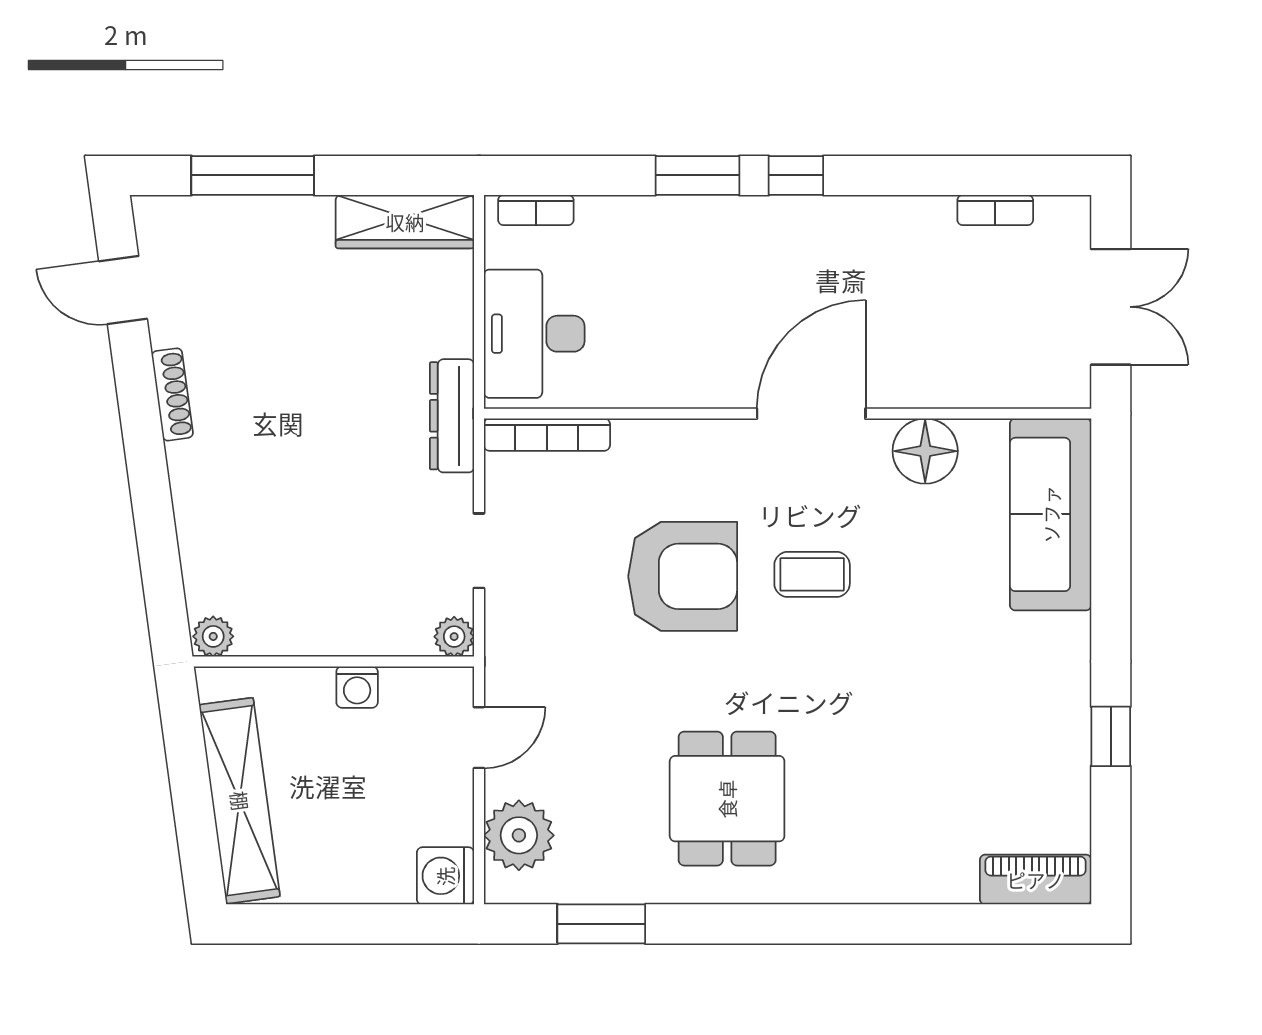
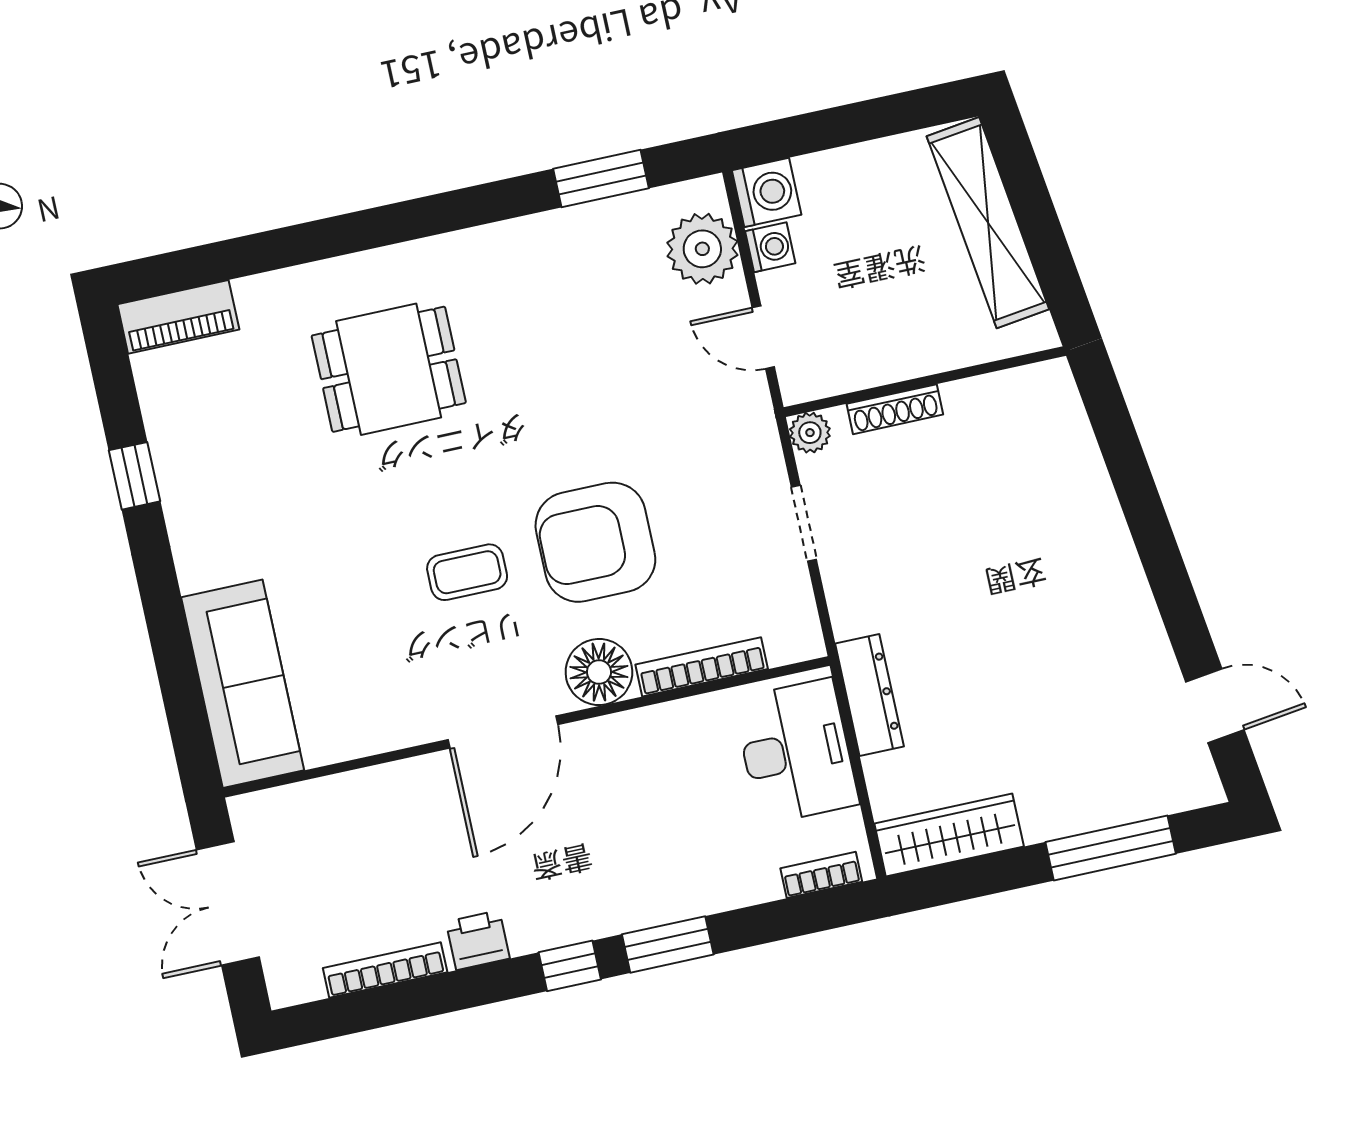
bookcase: (995, 210) -> (385, 970), width x1.56
printer: (879, 219) -> (478, 940), added
shoe rack: (172, 394) -> (895, 409), moved, turned -82
dresser: (452, 416) -> (869, 695), moved
bookcase: (547, 435) -> (702, 667), moved
floor lamp: (925, 451) -> (599, 672), moved
plant: (213, 636) -> (1050, 380), removed
washing machine: (357, 687) -> (770, 247), moved, turned 90
door: (479, 738) -> (763, 337), hinge flipped
dining table: (727, 799) -> (389, 369), moved, turned 90

